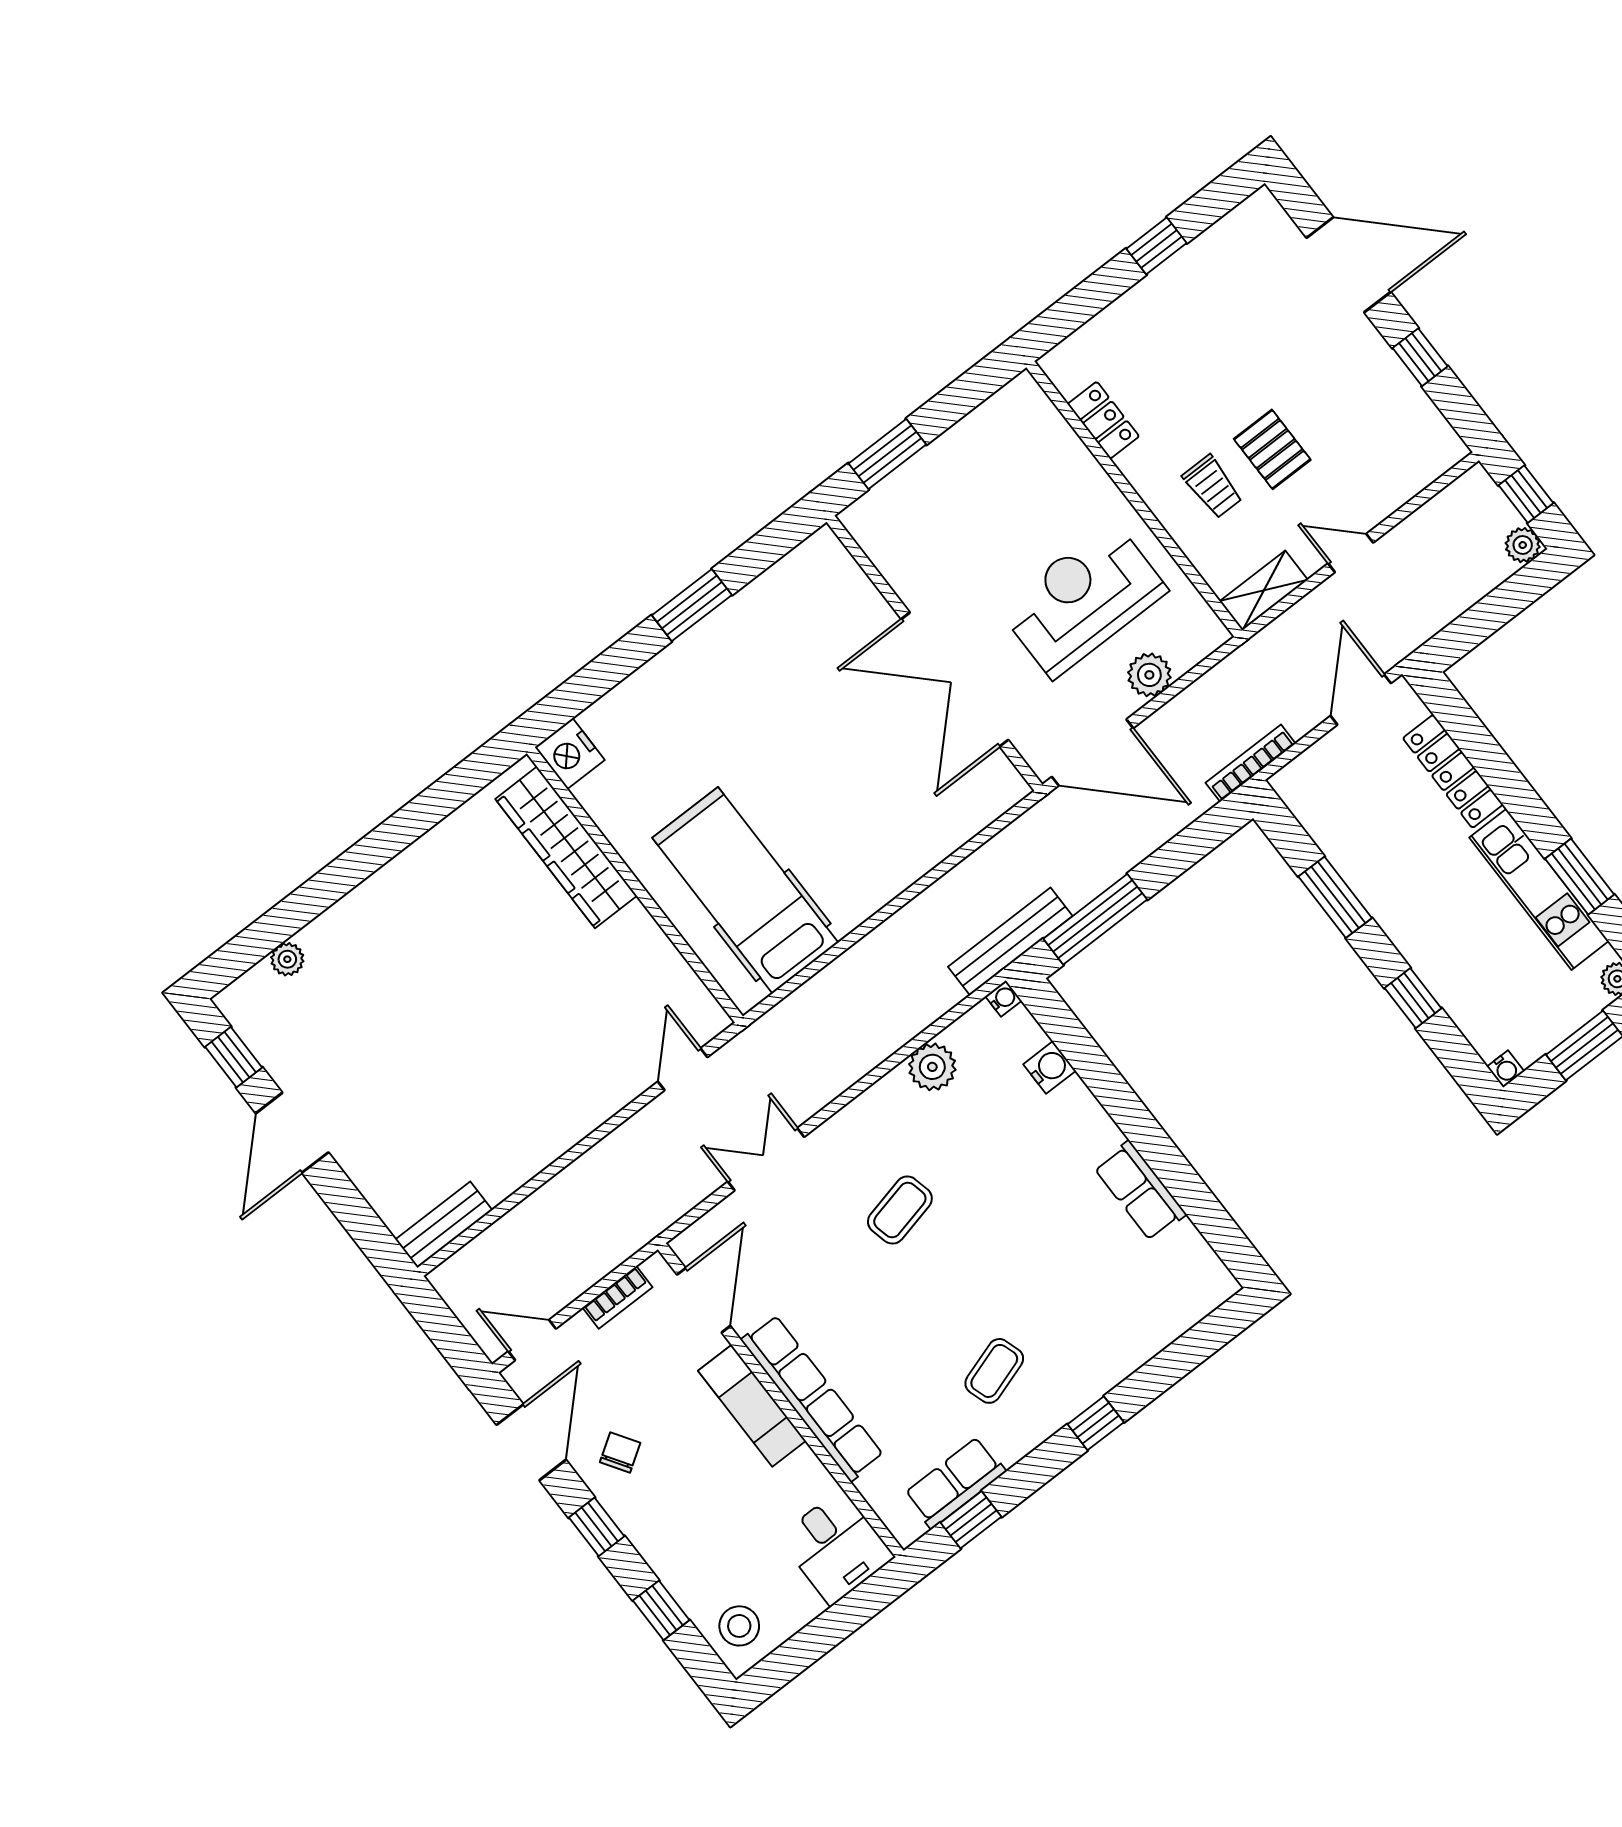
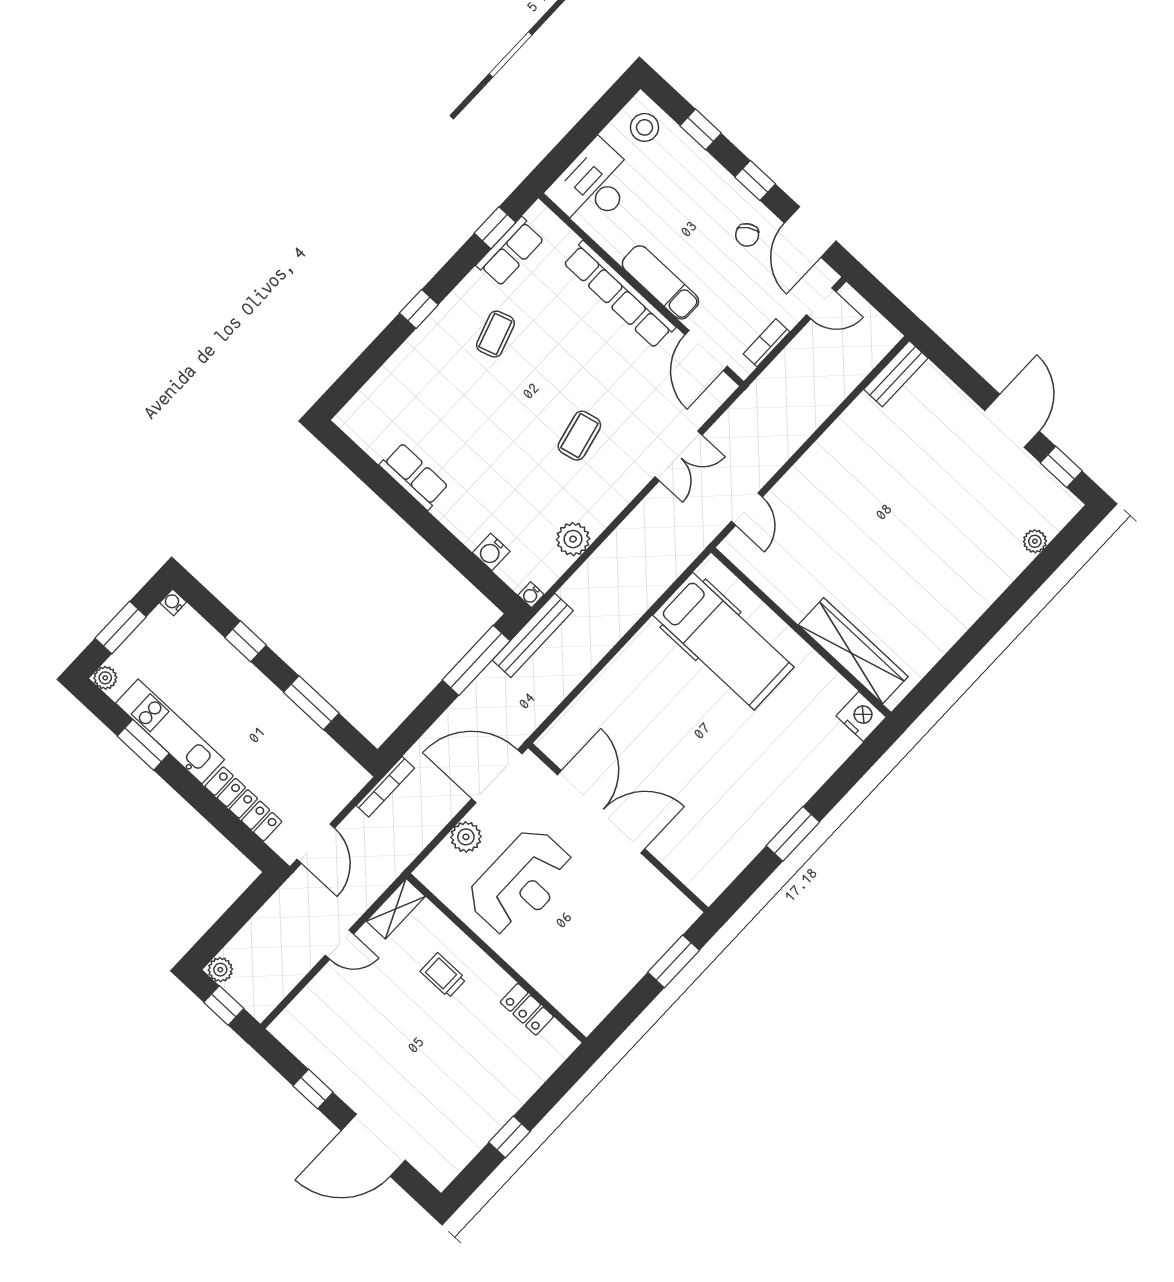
pallet: (1272, 449) -> (406, 1008), removed
desk: (836, 1547) -> (593, 185), width x1.37

